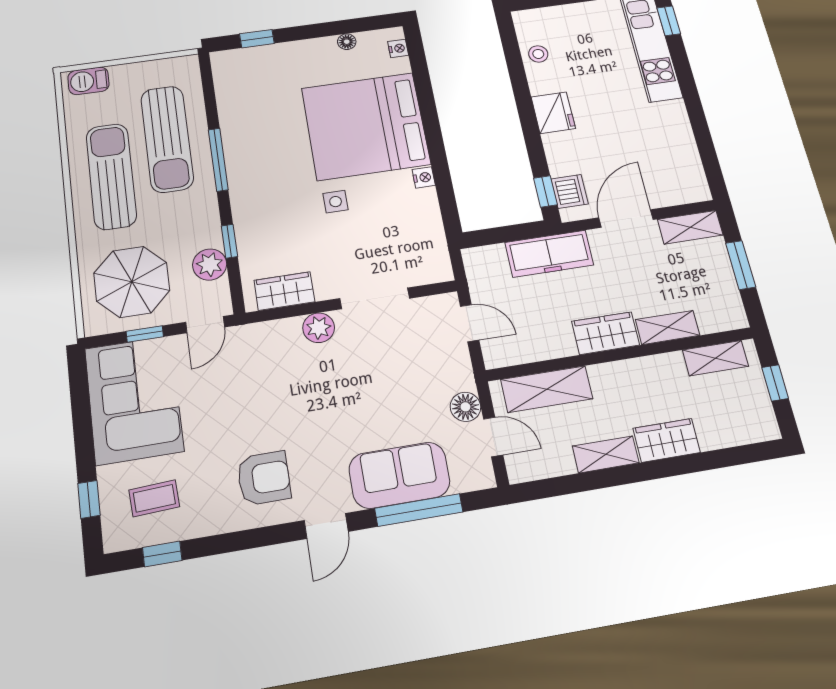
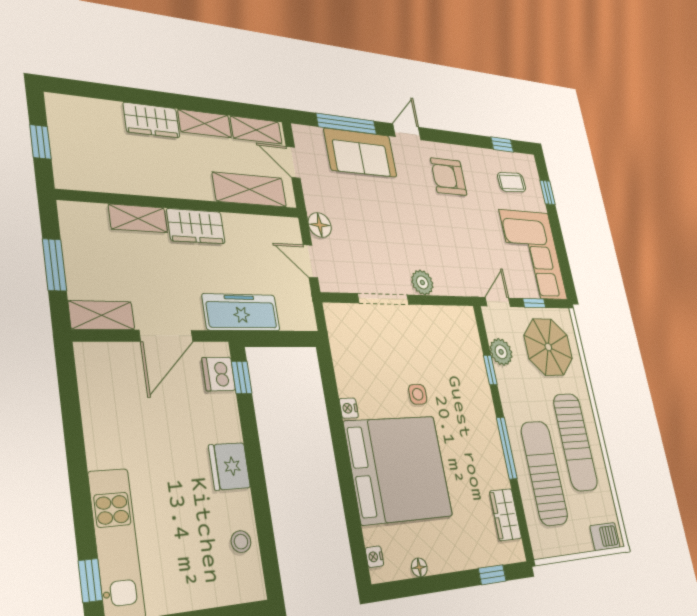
wardrobe: (284, 291) -> (506, 515), moved, turned 90
shelving: (715, 358) -> (256, 130), moved
floor lamp: (465, 407) -> (320, 225), moved

